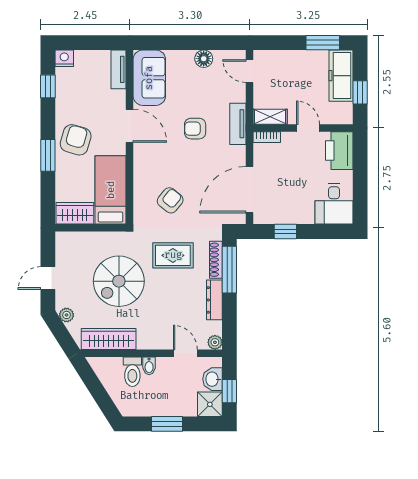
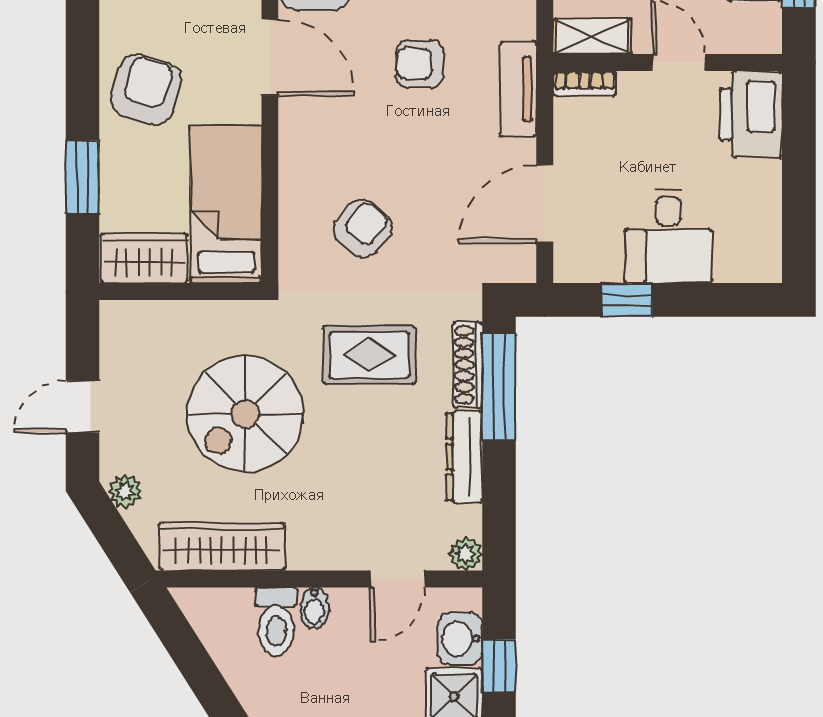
tv unit: (238, 124) -> (518, 89), moved
window: (48, 155) -> (82, 177), moved
door: (249, 190) -> (545, 204), width x0.73
desk: (334, 204) -> (668, 236), moved
door: (185, 353) -> (398, 579), swing flipped

